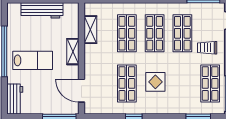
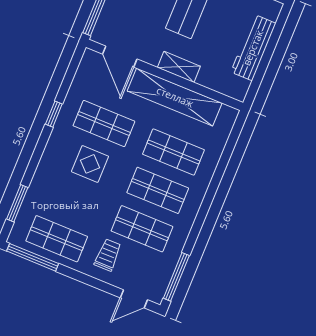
shelving: (90, 30) -> (175, 97), width x2.20, depth x1.33
door: (81, 91) -> (120, 57), swing flipped

